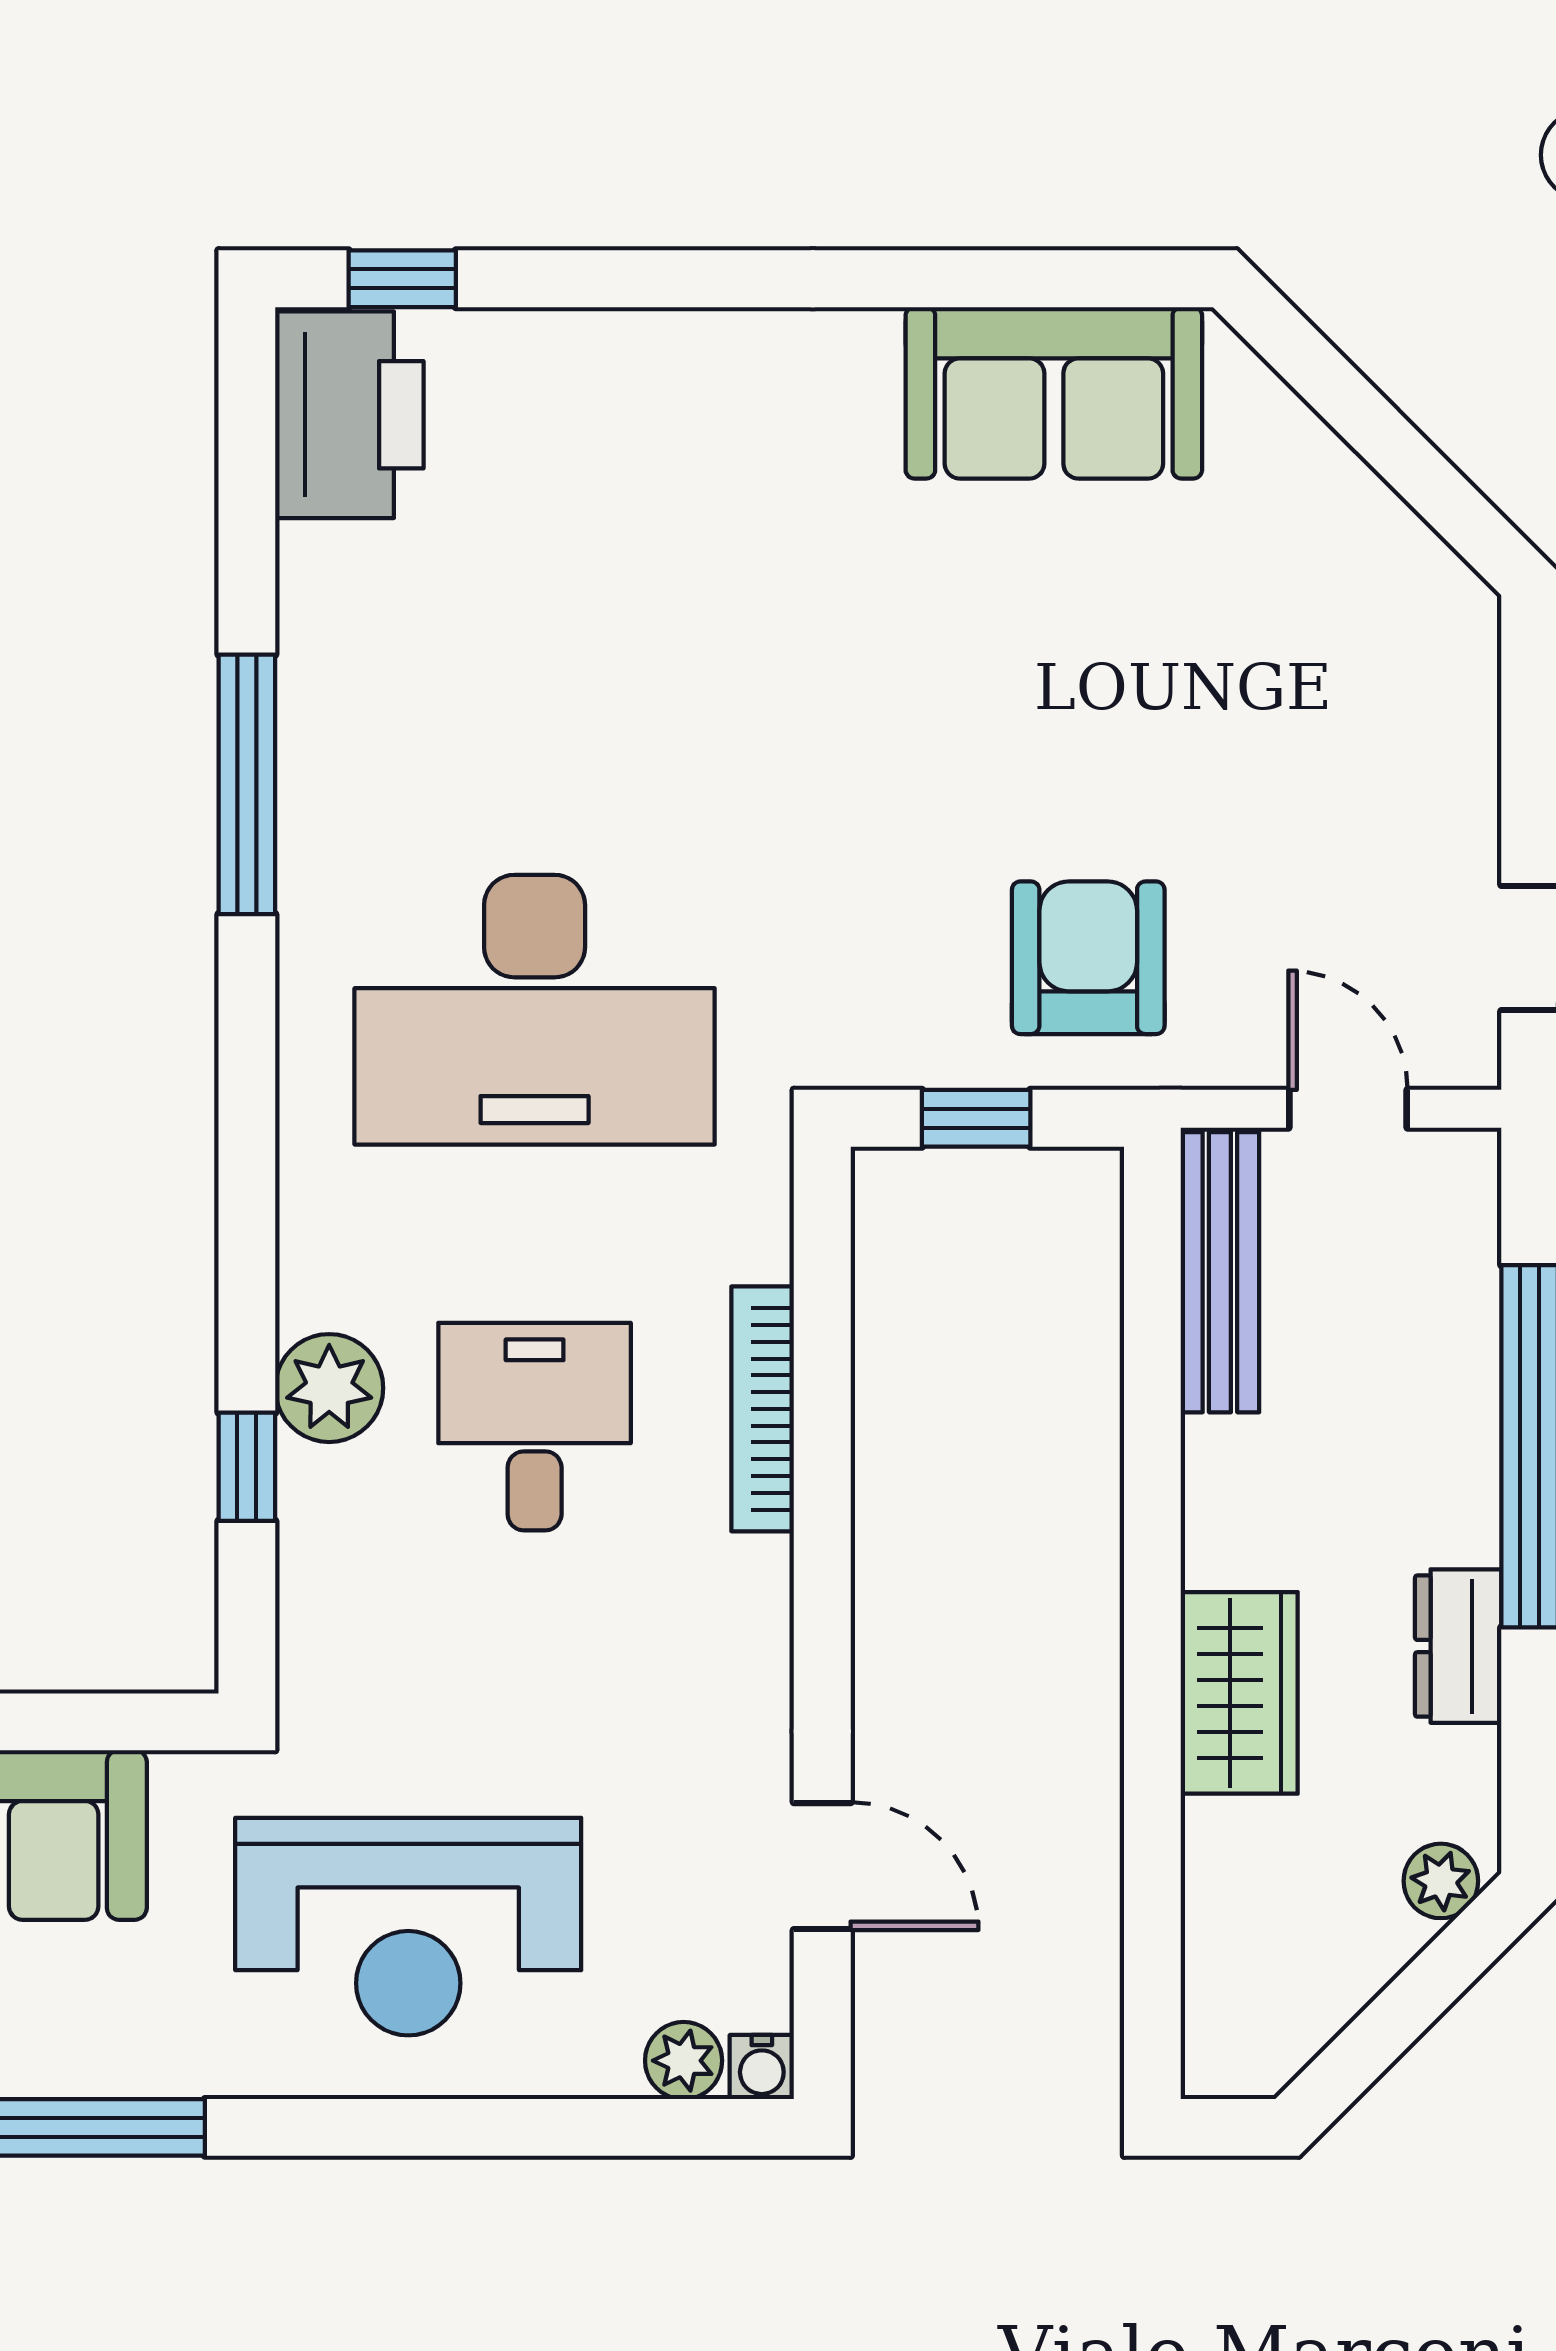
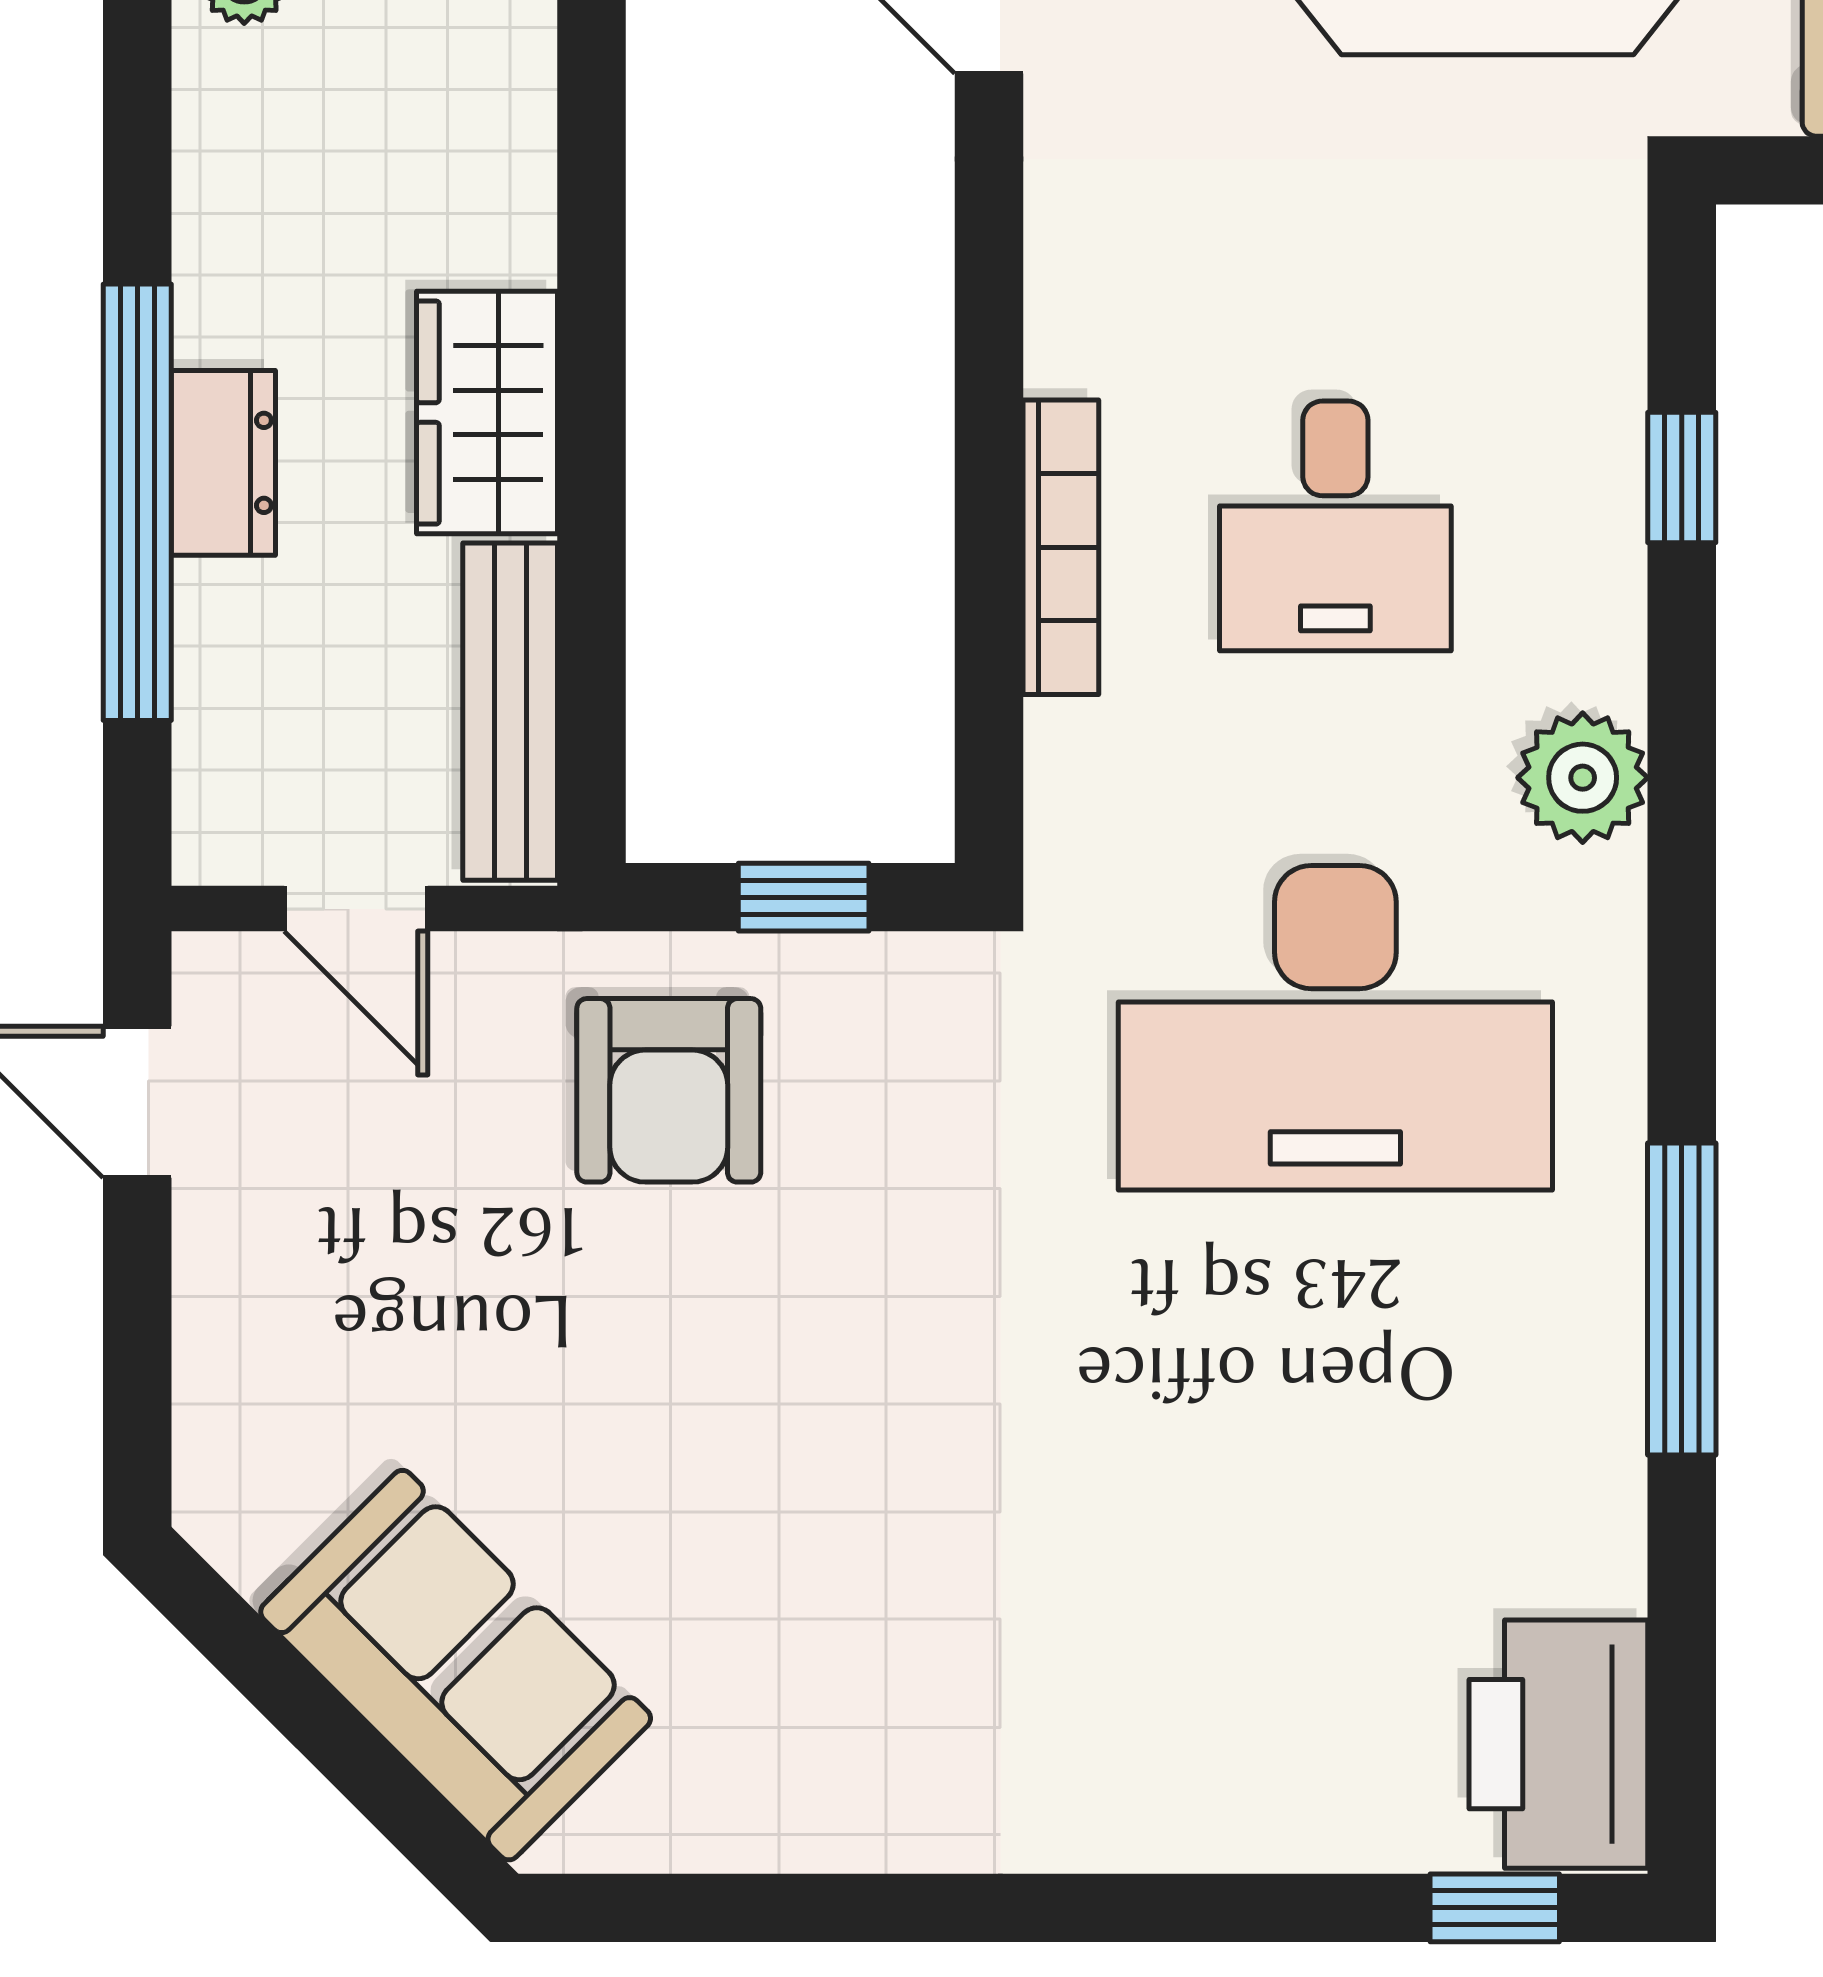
sofa: (1054, 393) -> (456, 1665), moved, turned 45
desk: (535, 1010) -> (1335, 1028), turned 180
plant: (329, 1388) -> (1583, 778), moved
dresser: (1458, 1646) -> (223, 463), moved
wardrobe: (1239, 1693) -> (487, 413), moved

